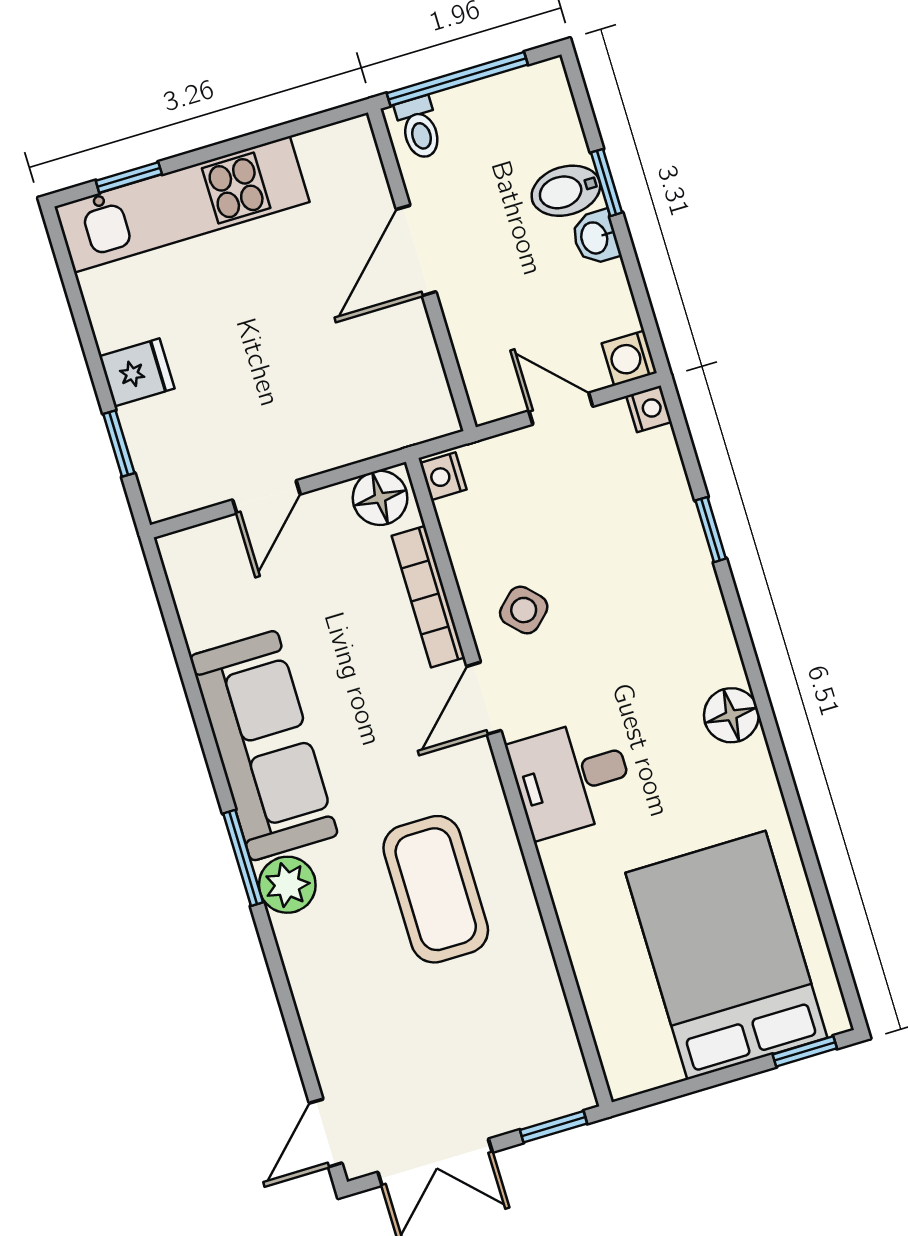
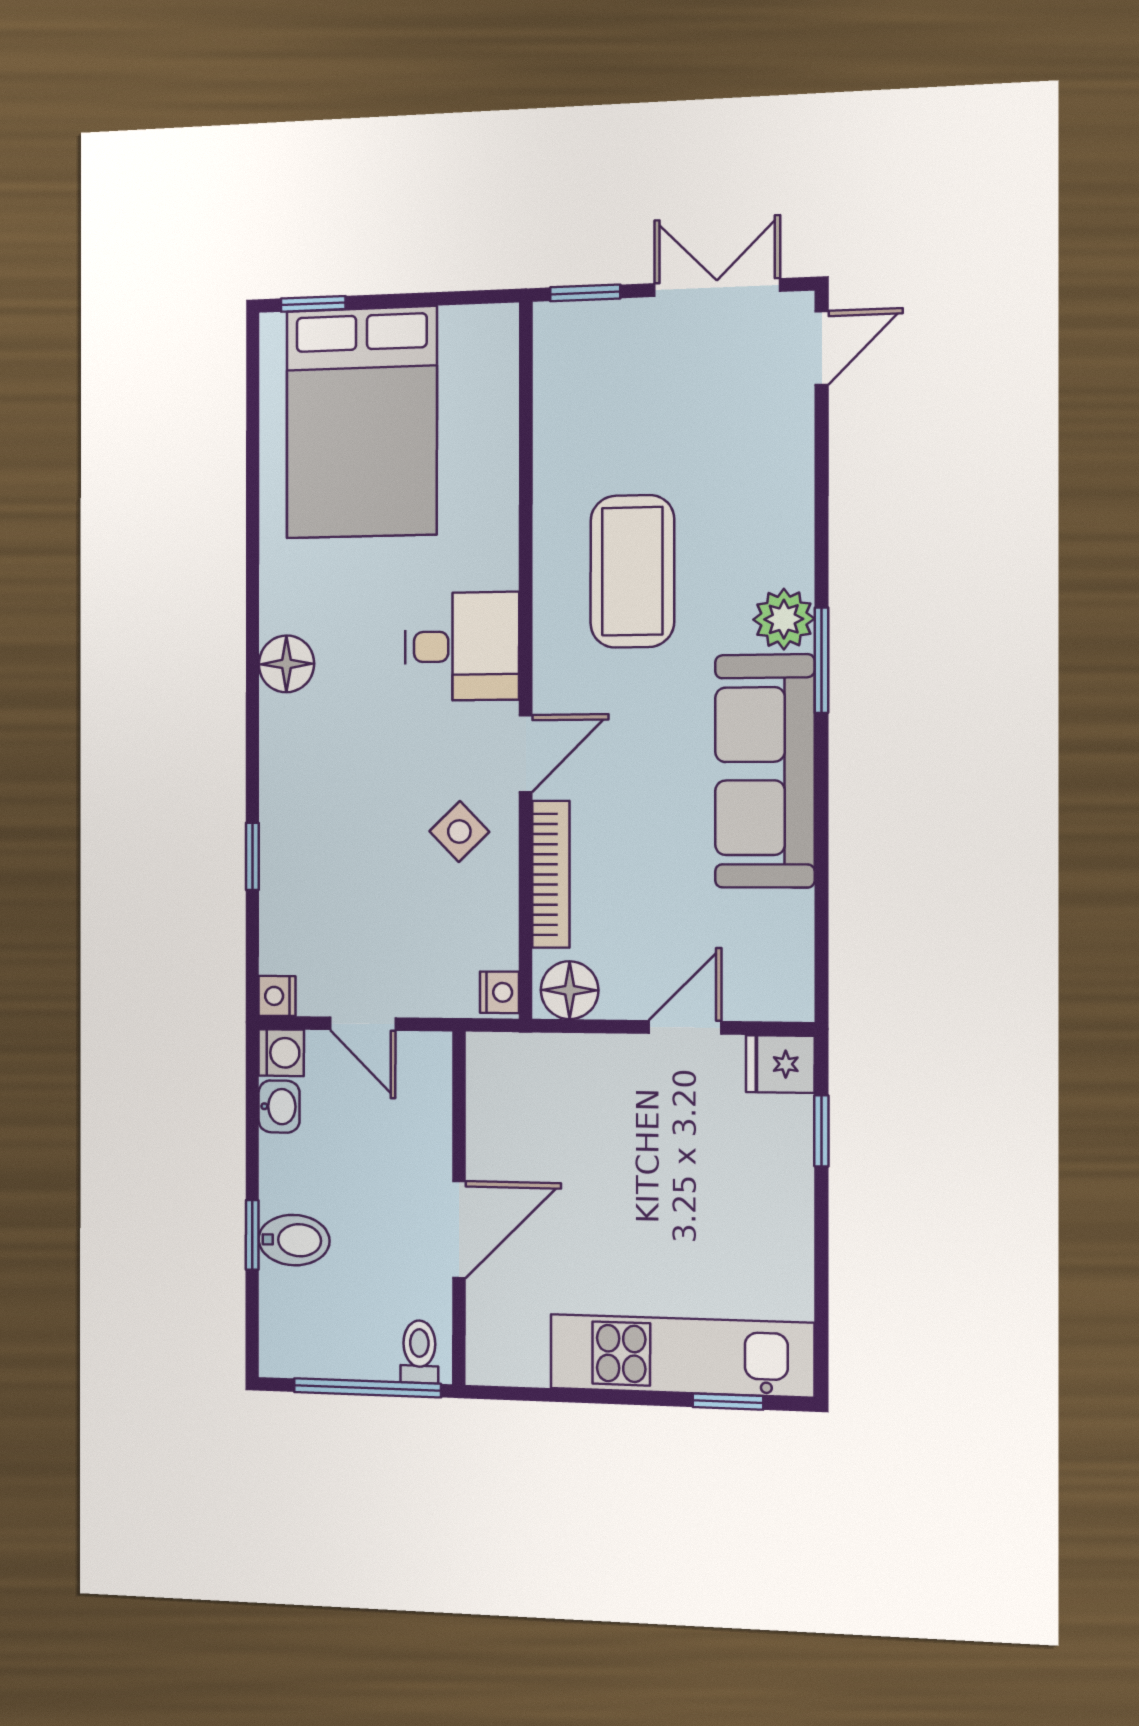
washbasin: (595, 238) -> (279, 1107), moved
fridge: (137, 372) -> (780, 1064), moved

